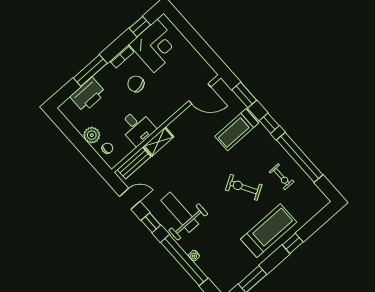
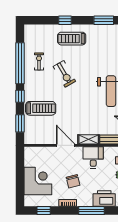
corner desk: (155, 46) -> (38, 181), moved, turned 90
door: (200, 94) -> (66, 145), moved
treadmill: (269, 231) -> (72, 39), width x0.73, depth x0.73

